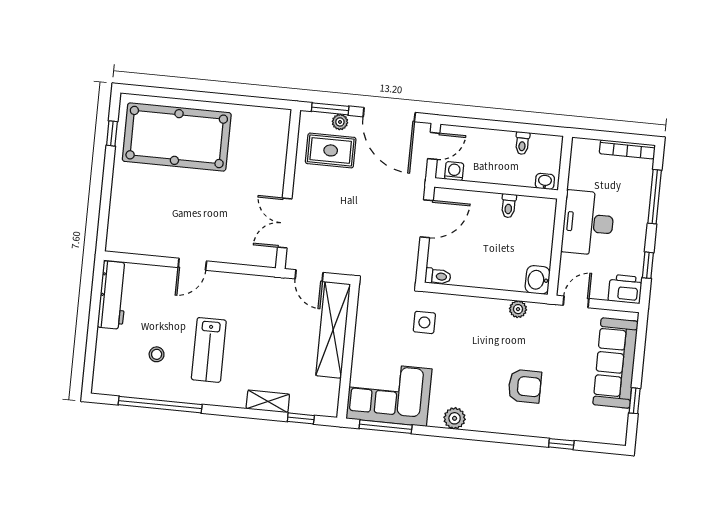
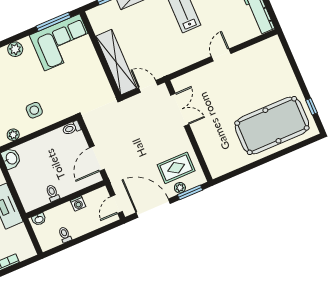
washing machine: (454, 171) -> (78, 204), moved
side table: (424, 322) -> (34, 110), moved

